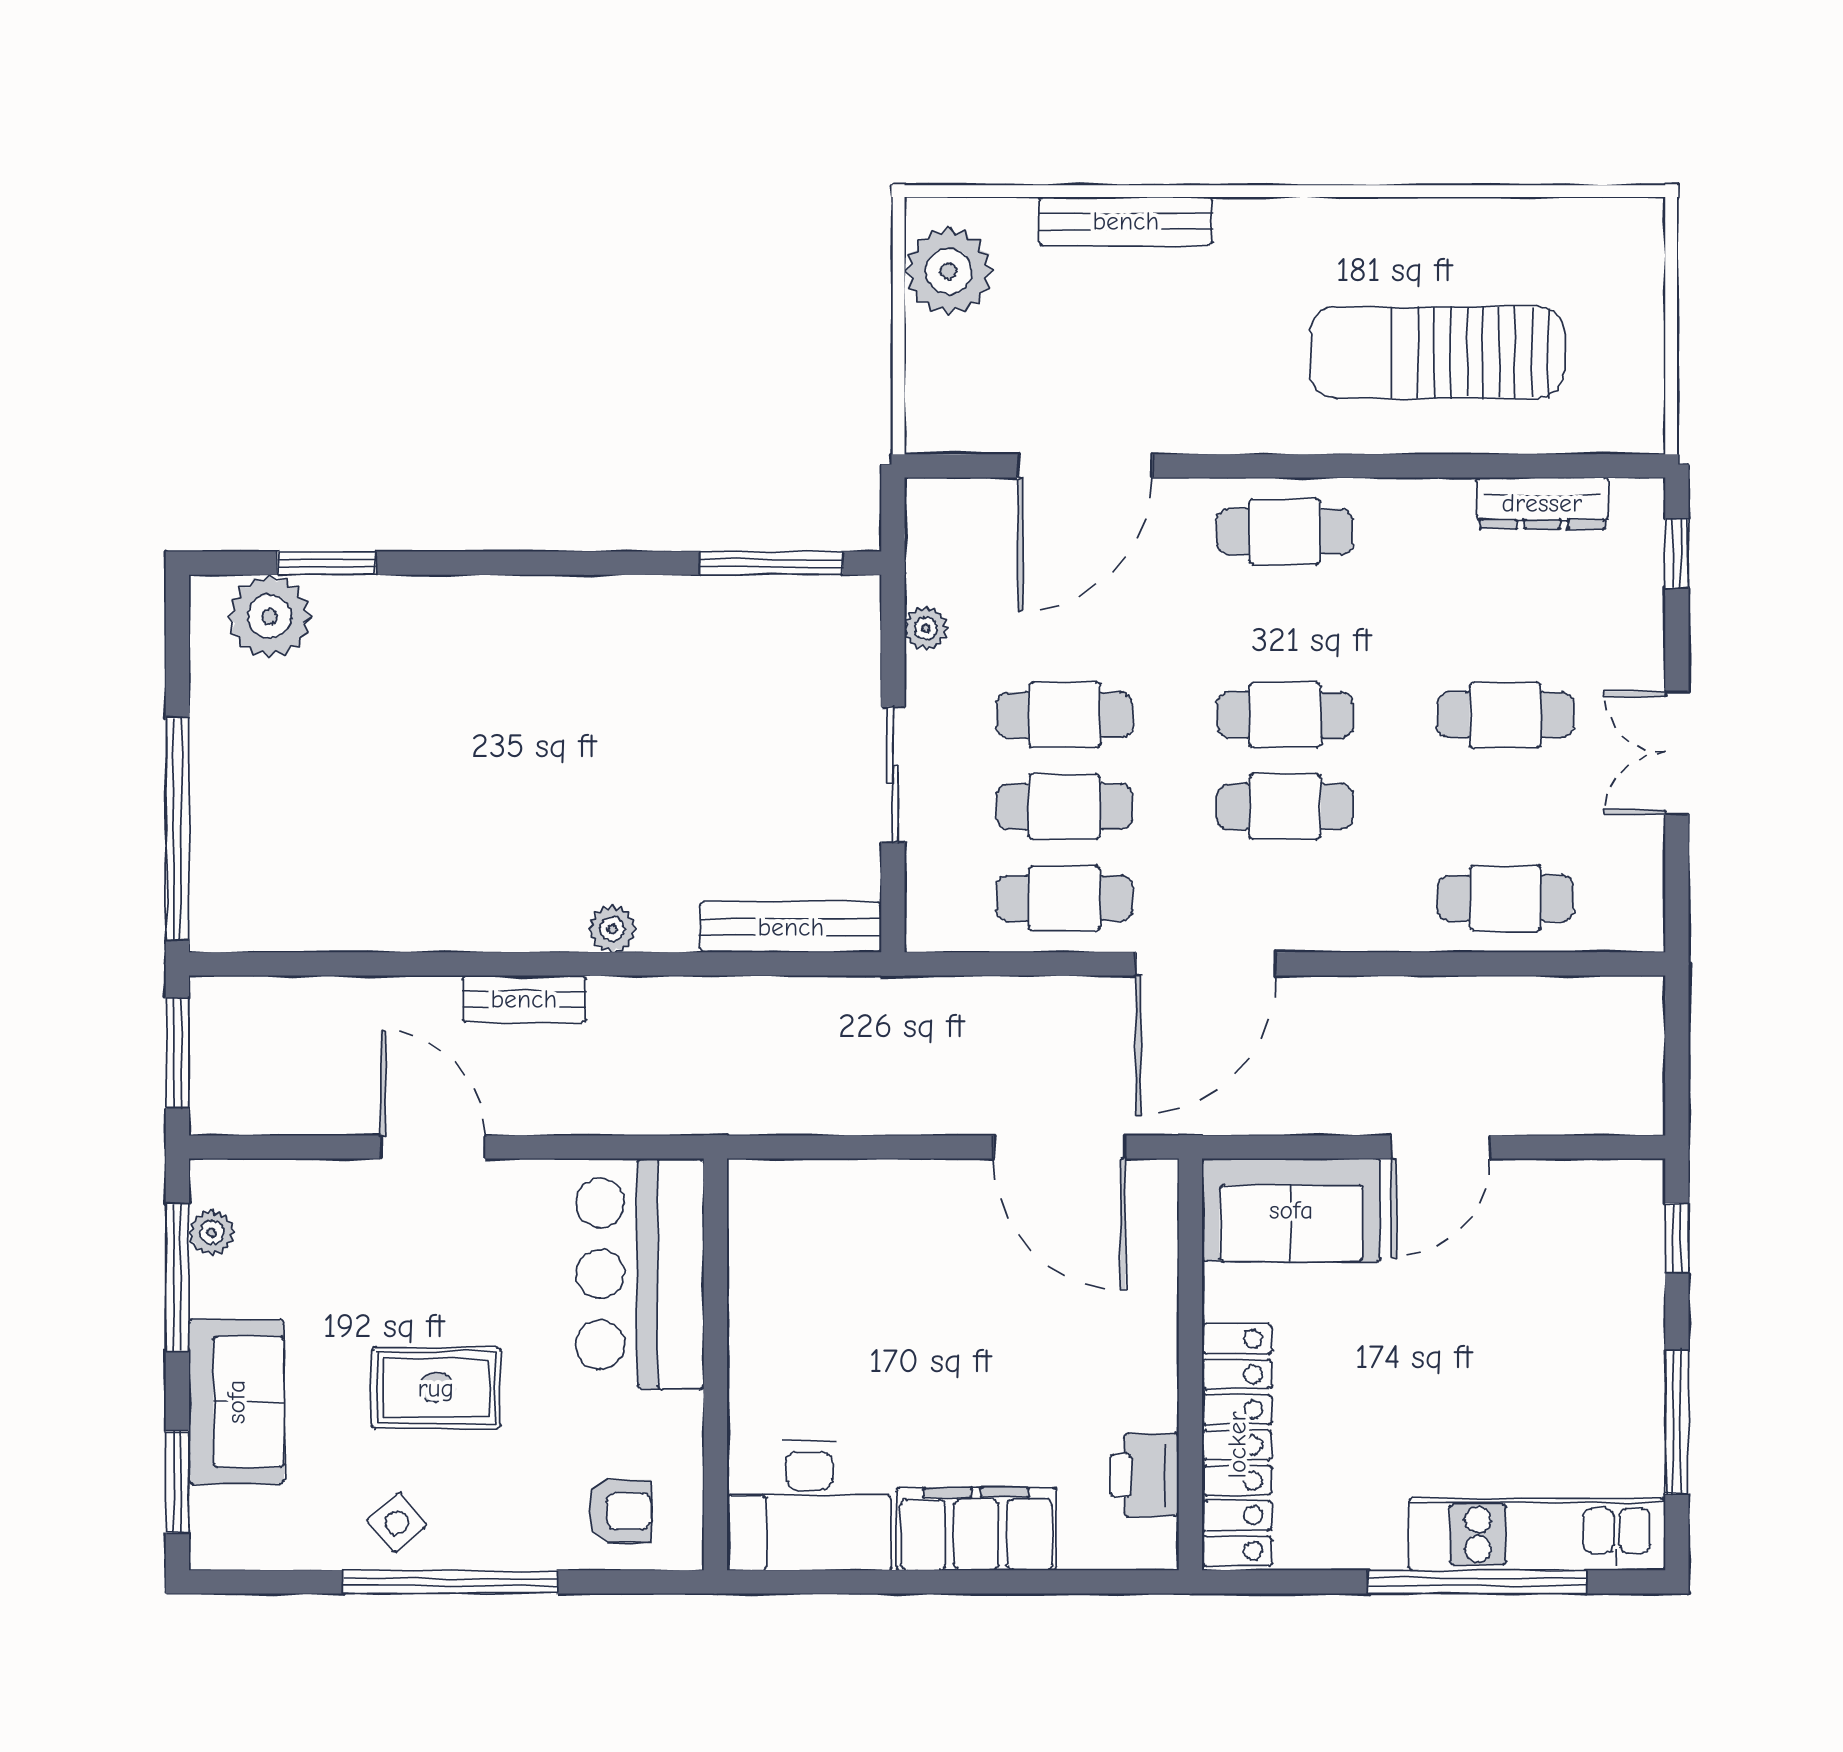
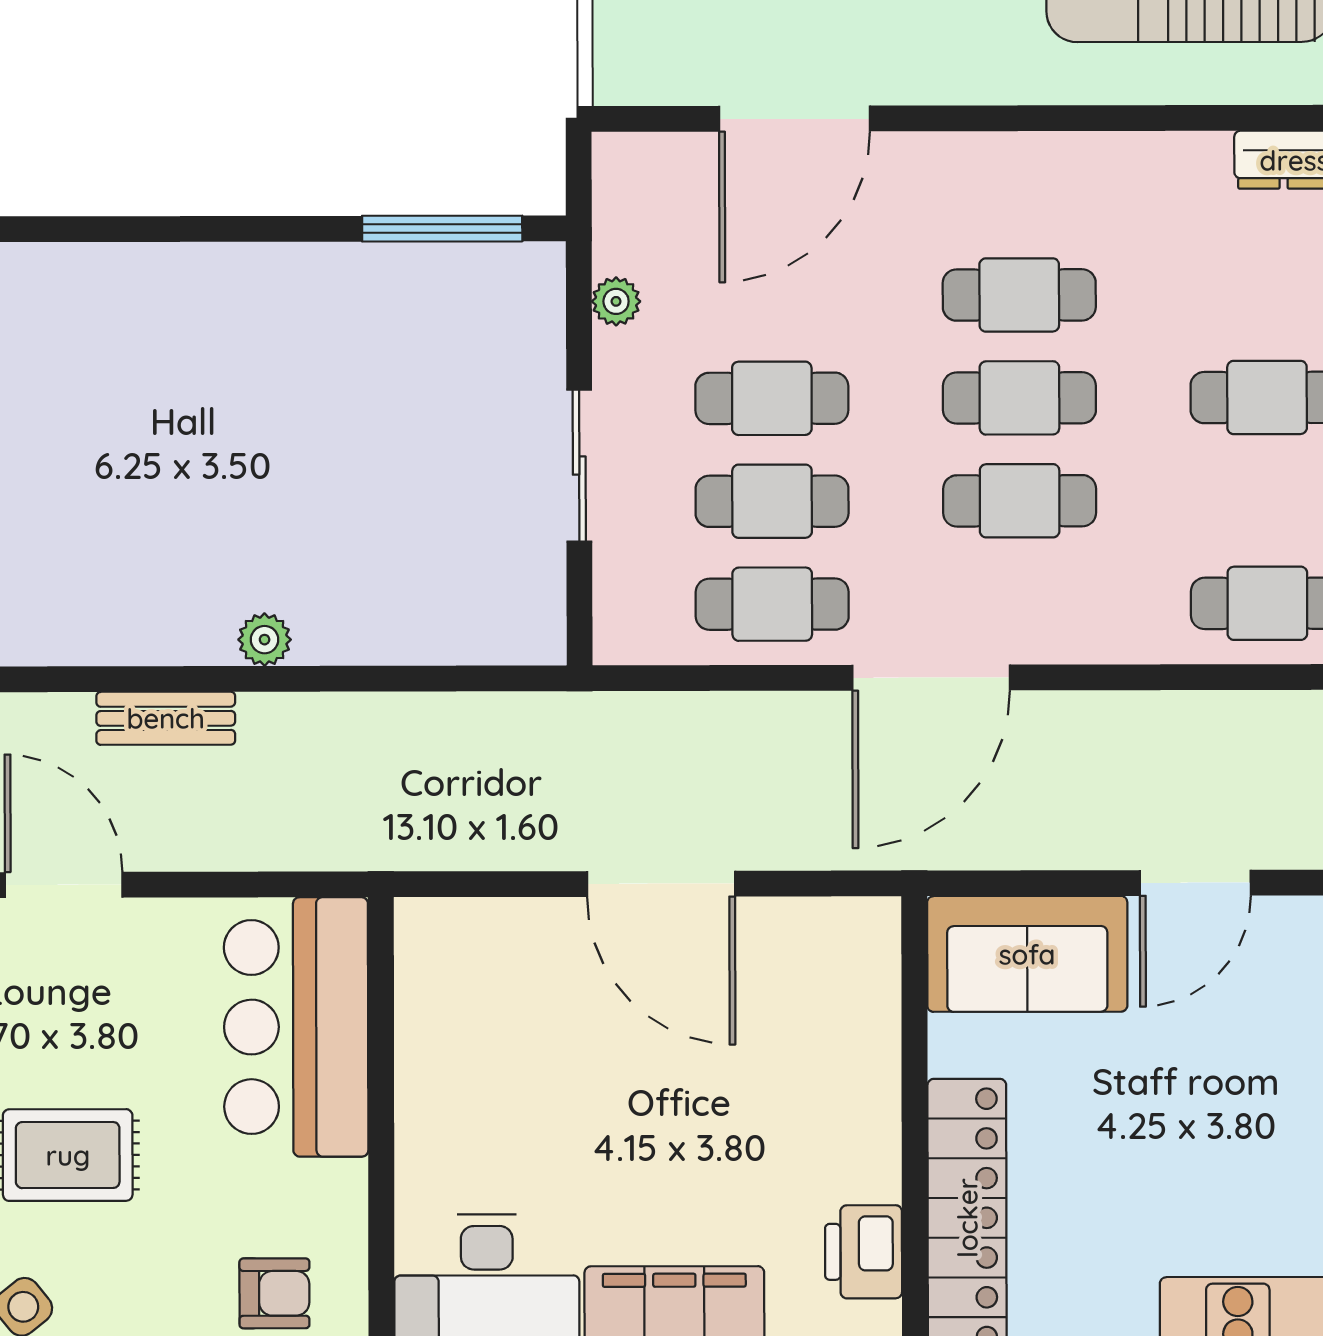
cafe table: (1285, 532) -> (1019, 295), moved
bench: (791, 927) -> (465, 637), removed
door: (1060, 1147) -> (661, 884), moved

